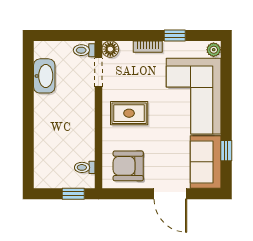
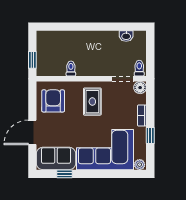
washbasin: (44, 76) -> (126, 36), width x0.52, depth x0.69
toilet: (85, 167) -> (71, 69), moved

